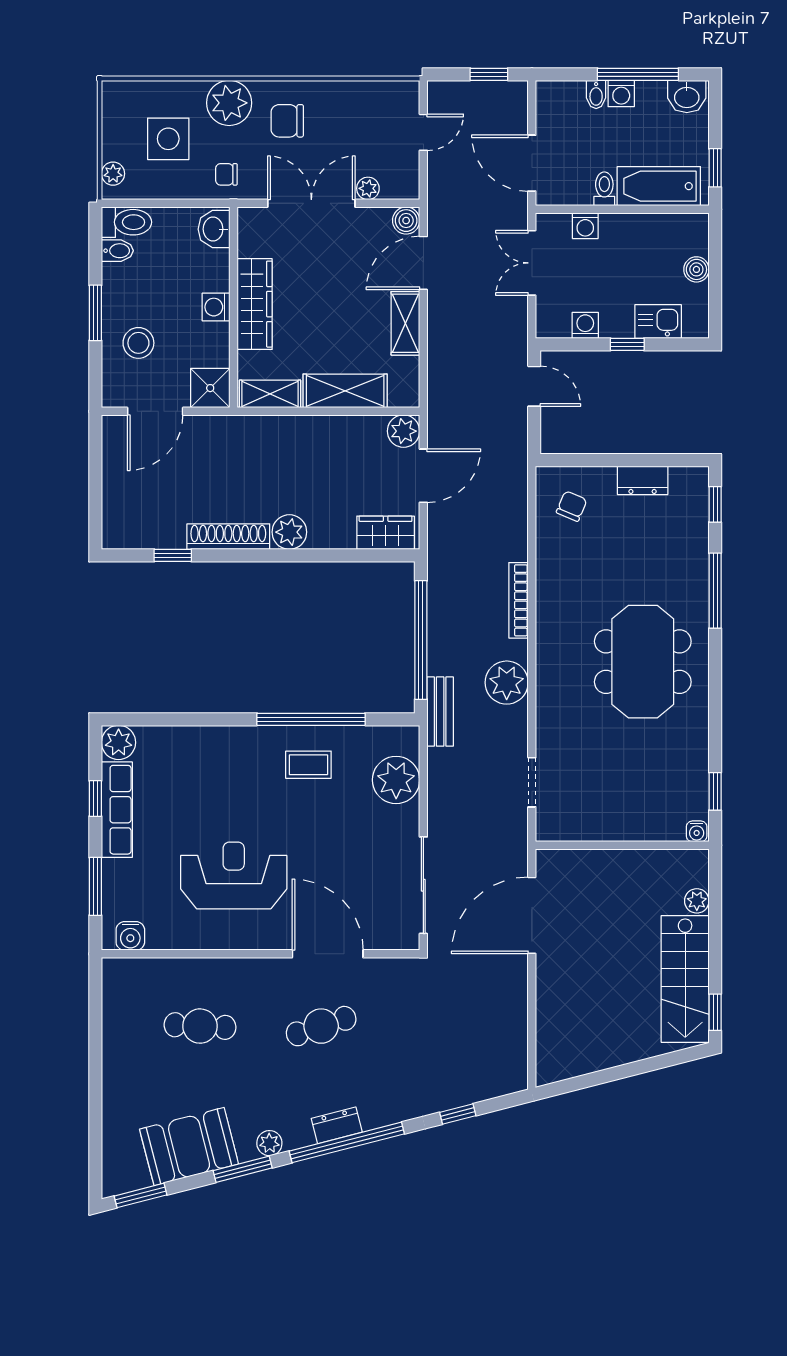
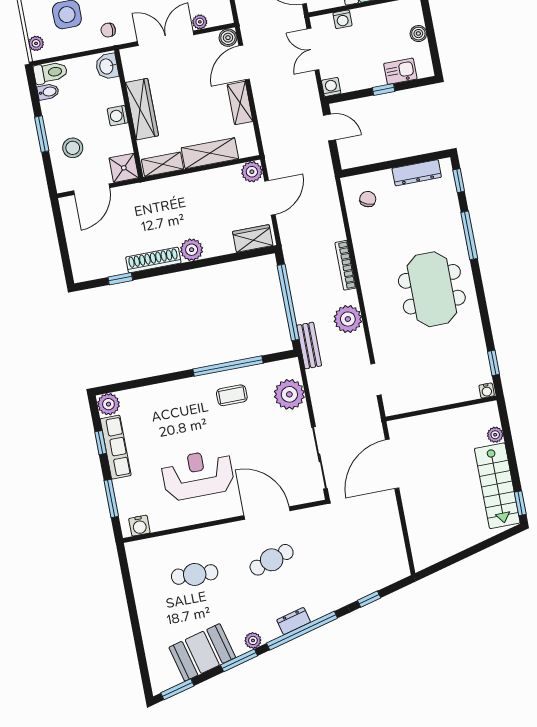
washing machine: (585, 325) -> (331, 87), moved
dresser: (643, 480) -> (417, 173), width x1.44

